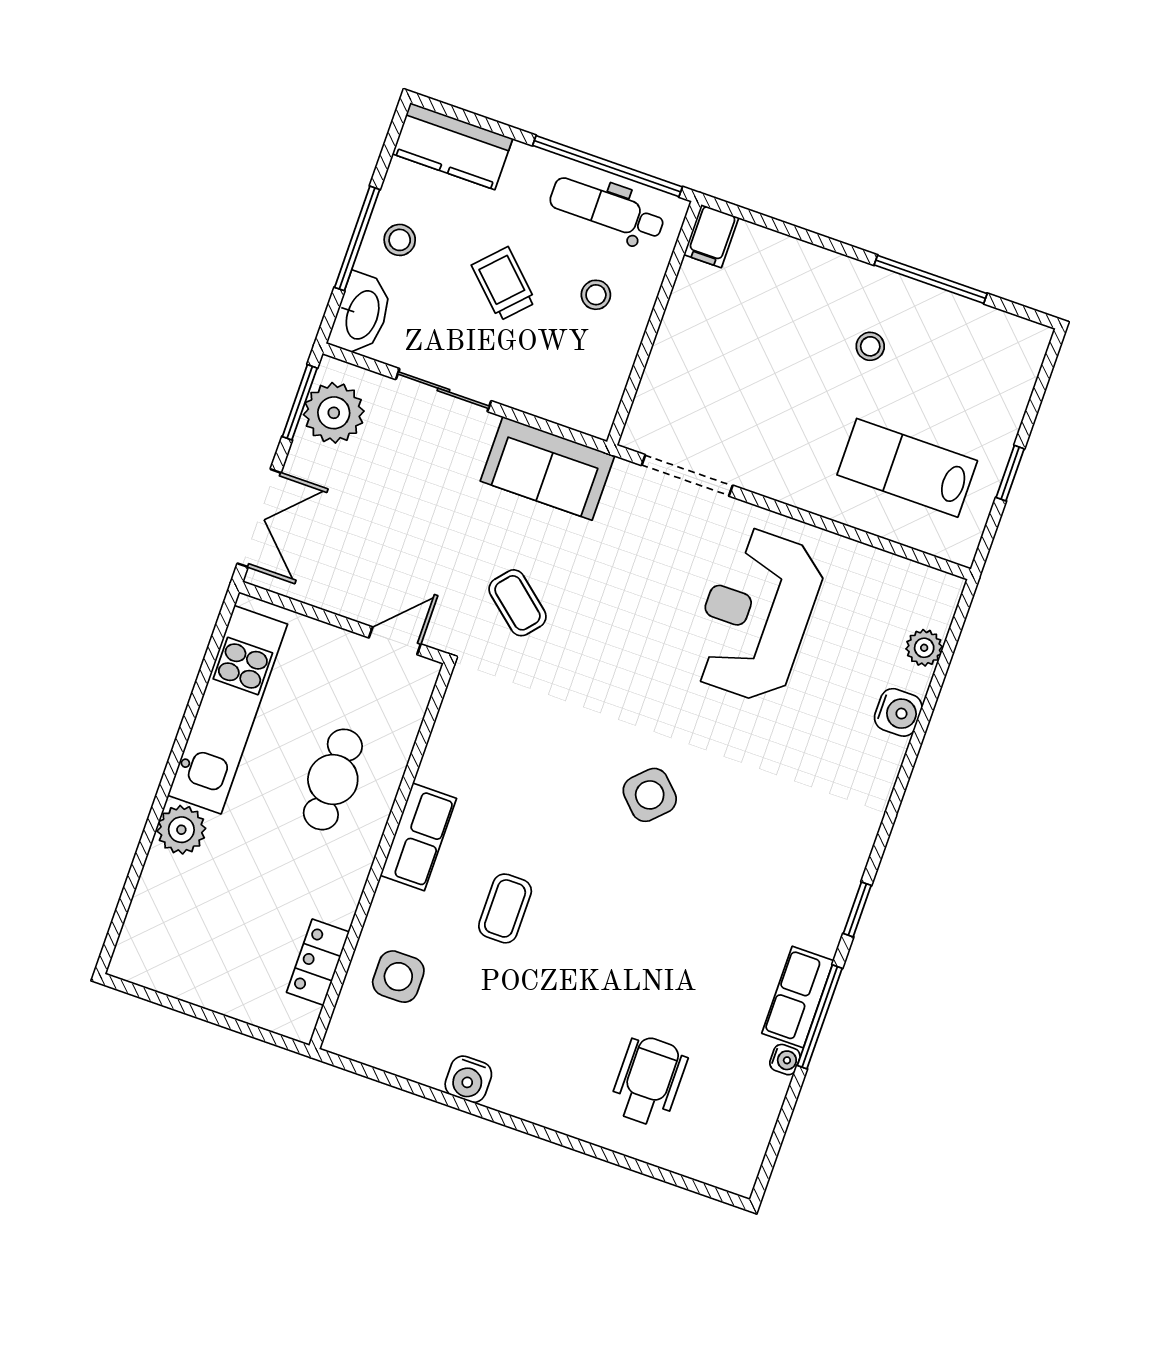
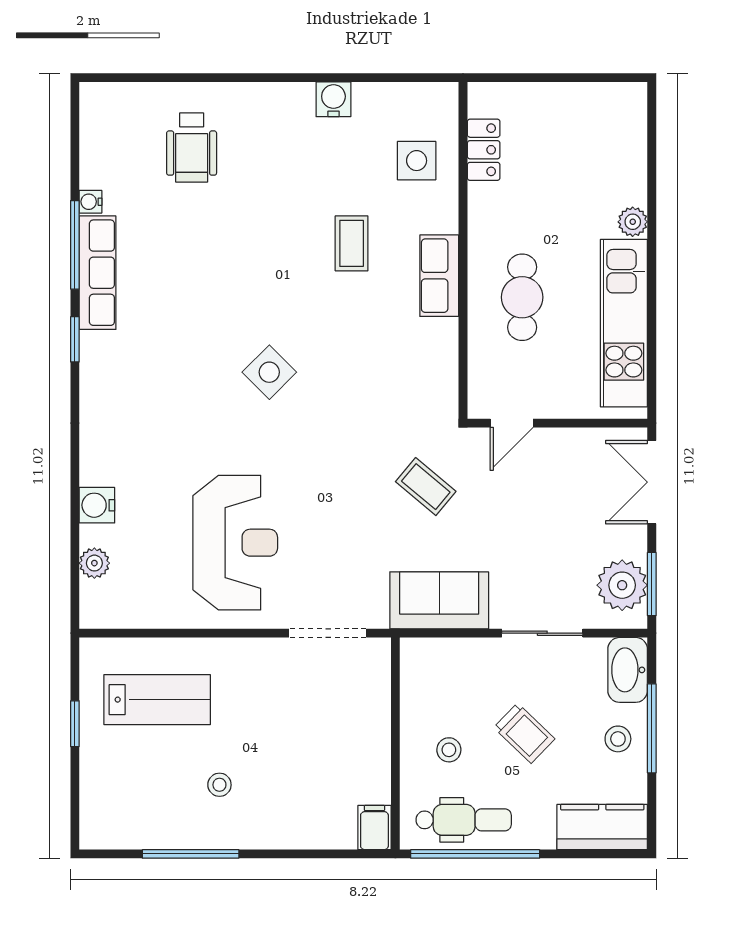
plant: (181, 830) -> (633, 222), width x0.73, depth x0.73
row of seats: (798, 997) -> (98, 273), width x1.48

